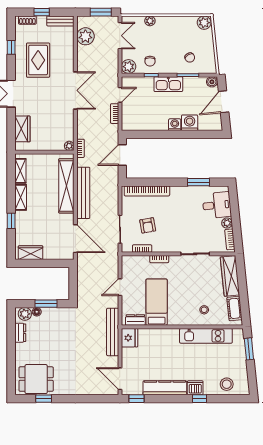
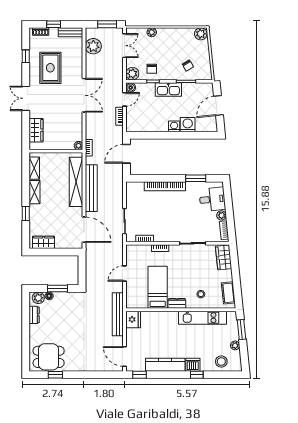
boiler: (212, 82) -> (131, 87), moved
bookcase: (147, 191) -> (165, 186), moved
armchair: (148, 225) -> (150, 218), removed
wardrobe: (230, 276) -> (224, 257), width x0.67
dresser: (135, 320) -> (177, 303), moved
plant: (242, 366) -> (235, 345), added

